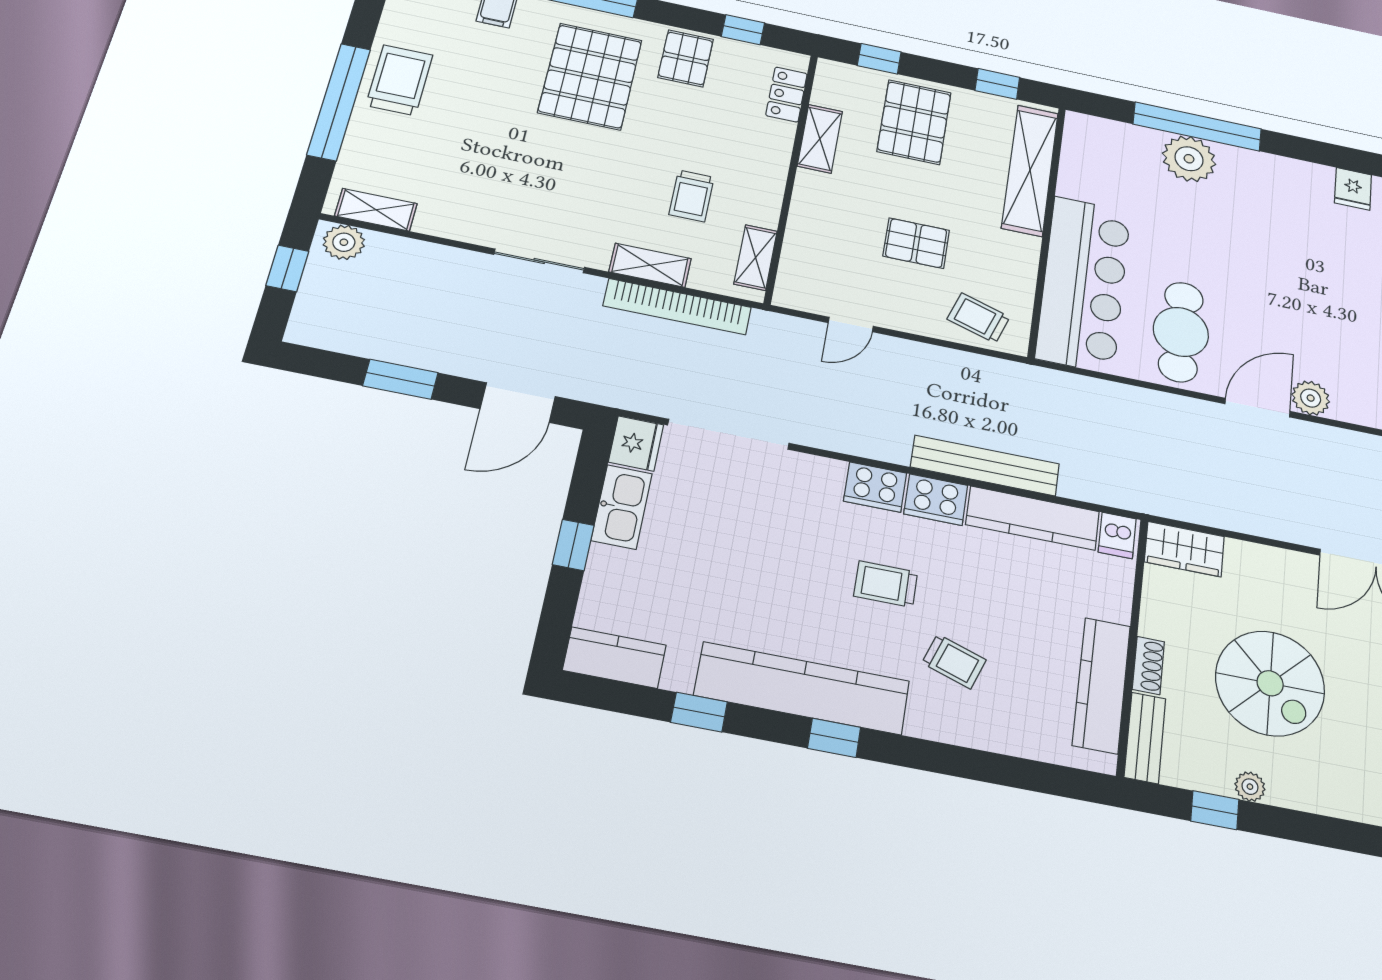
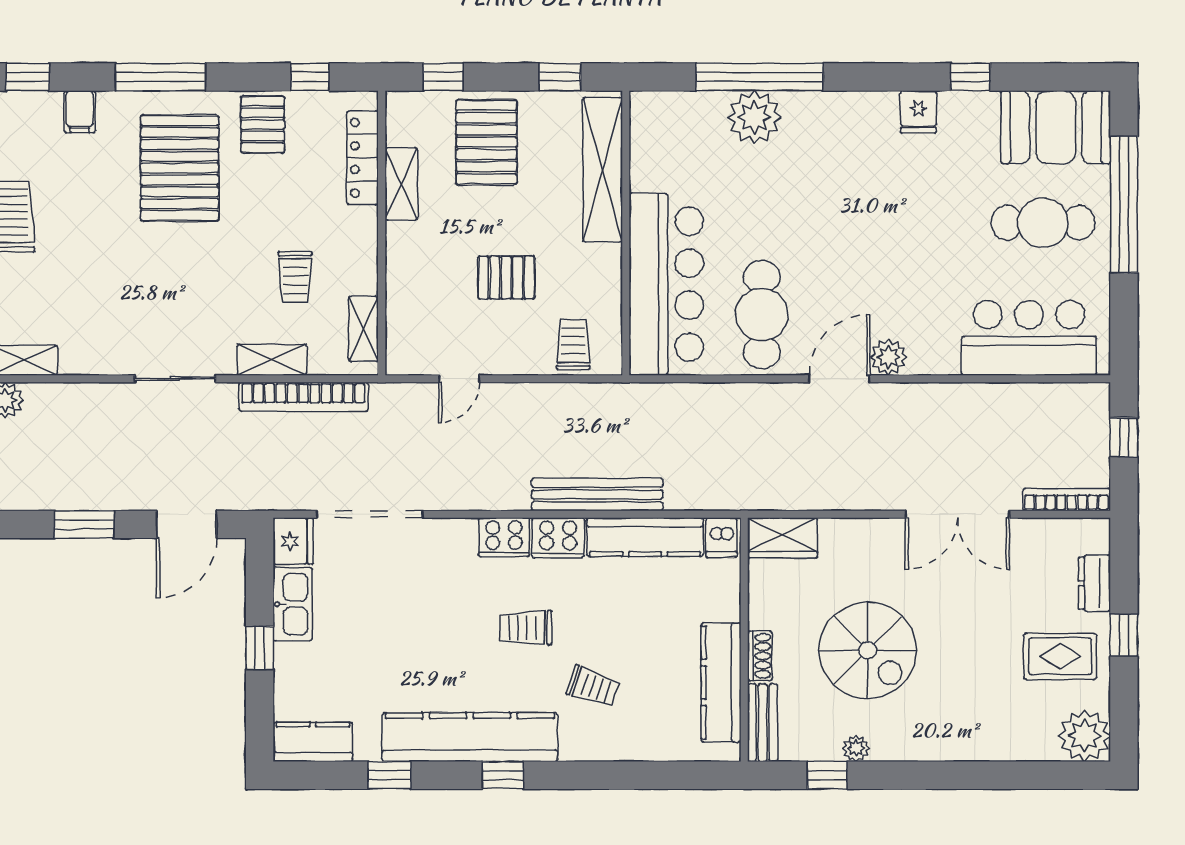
locker: (787, 94) -> (363, 158), width x1.53
trolley: (978, 318) -> (573, 344), turned 72

